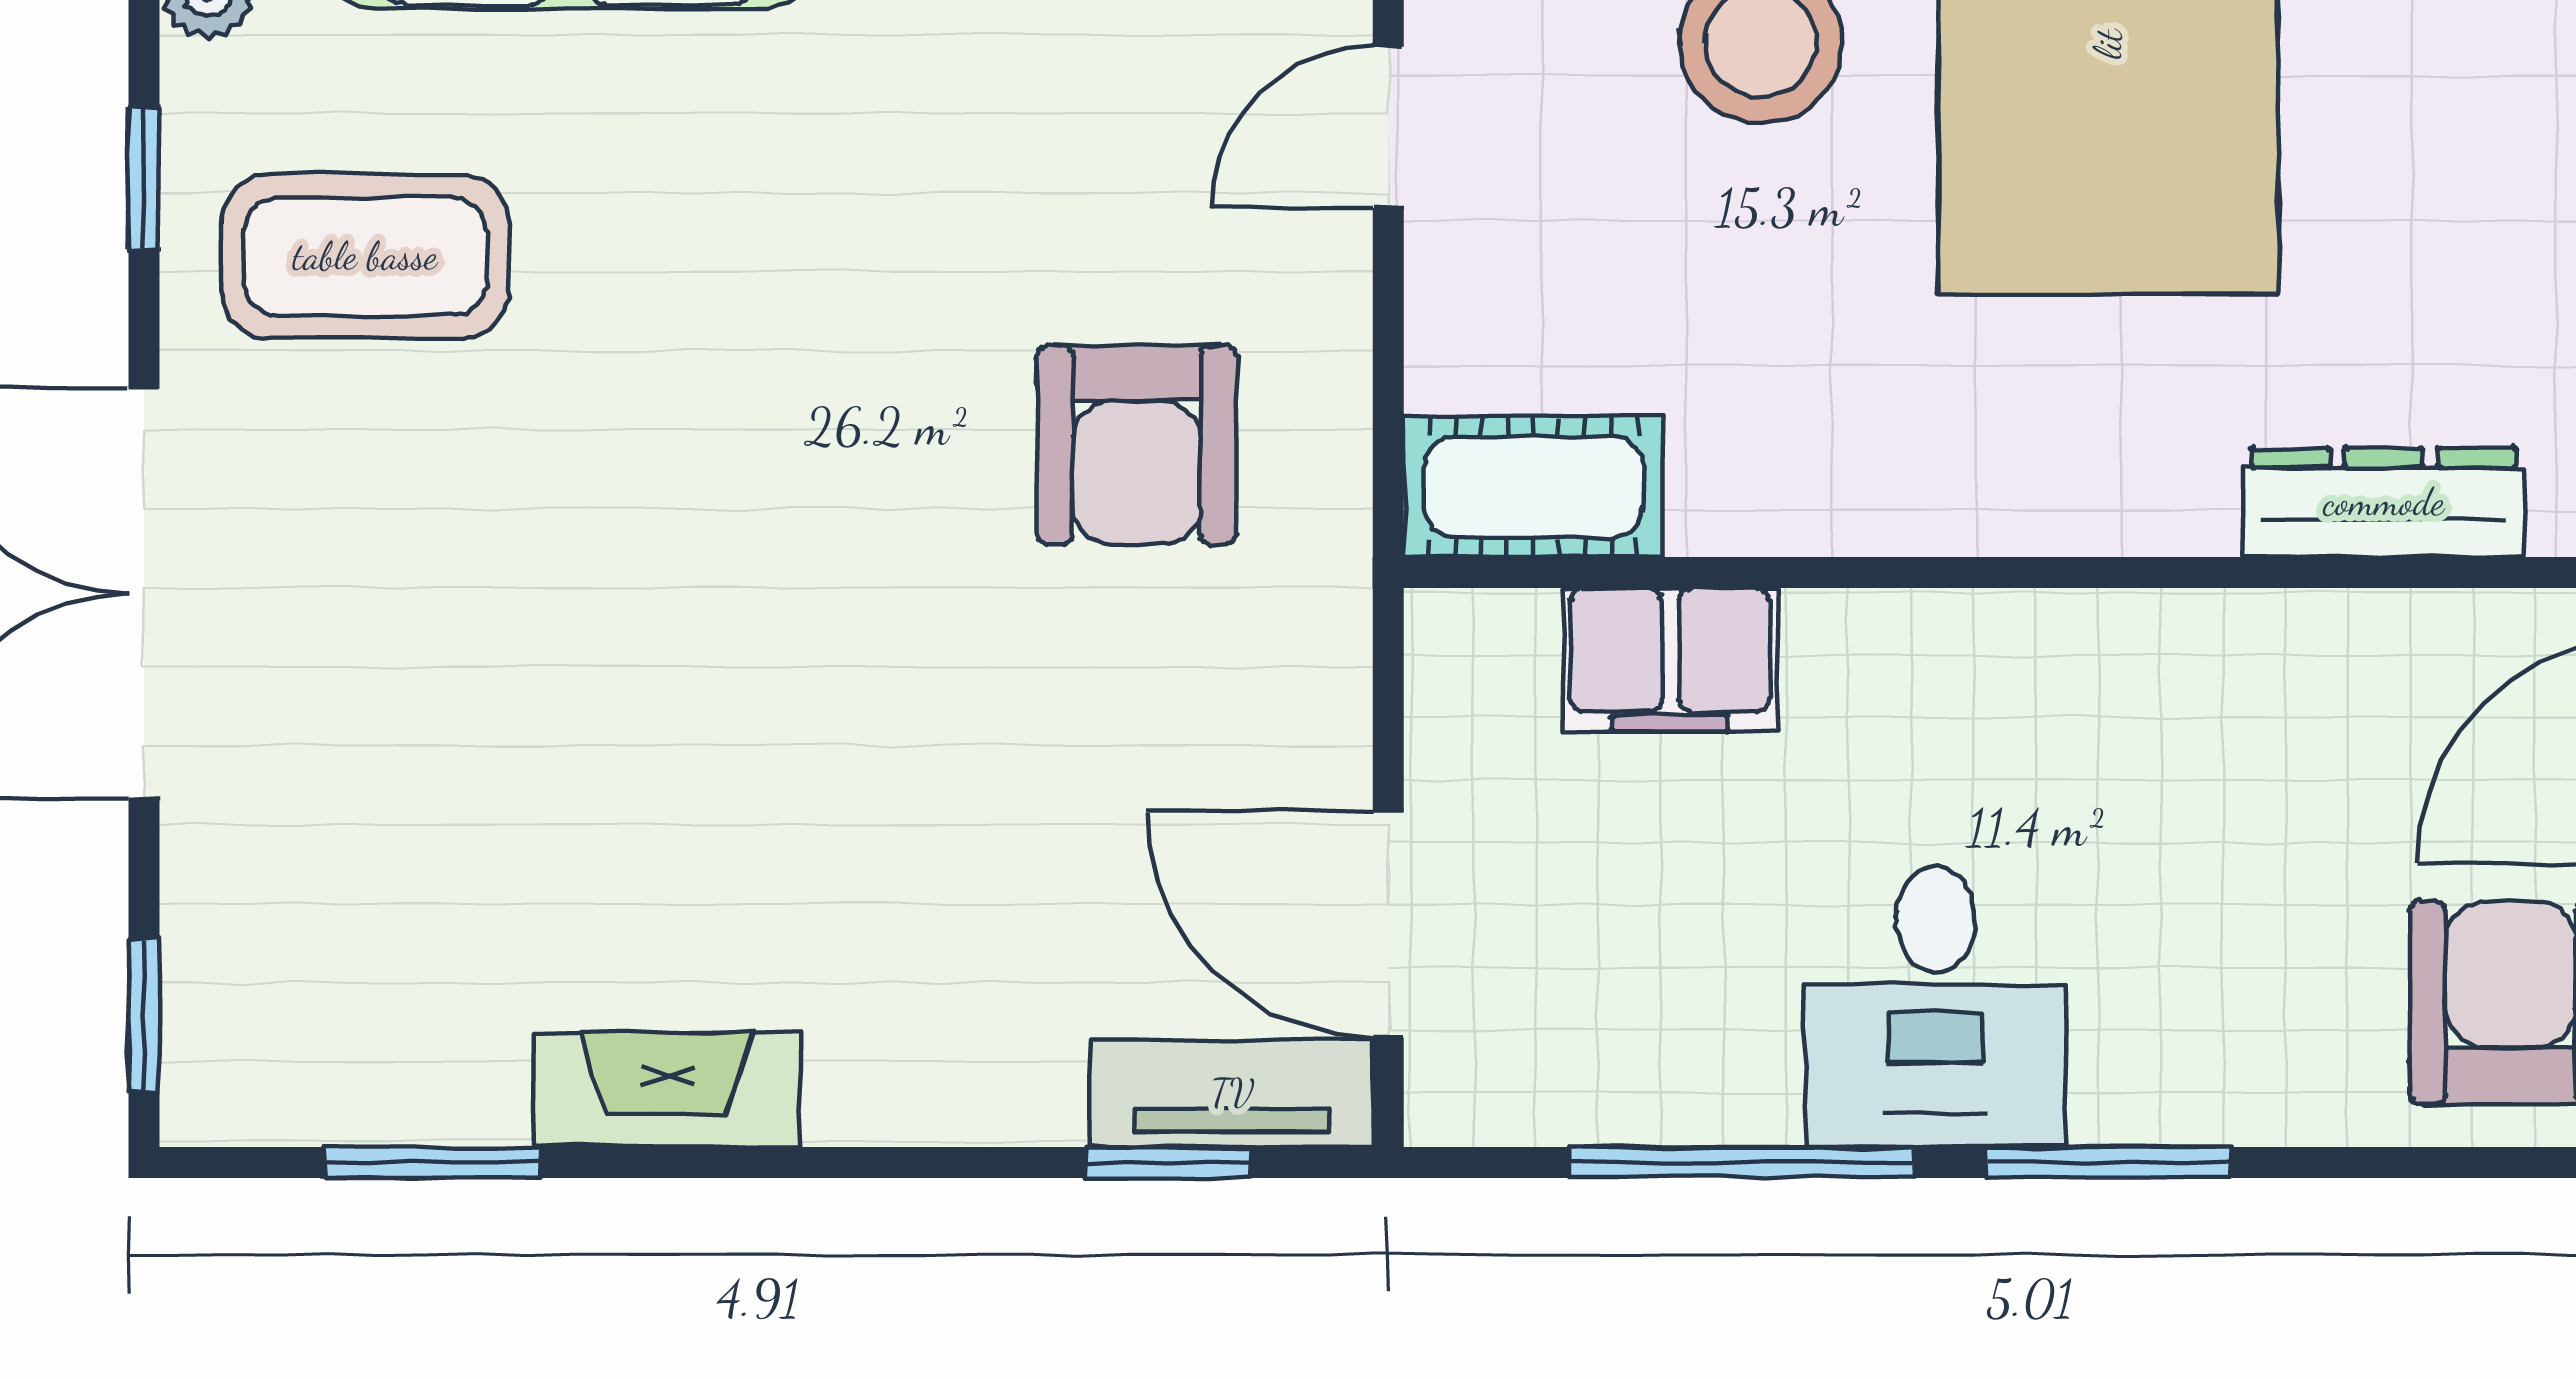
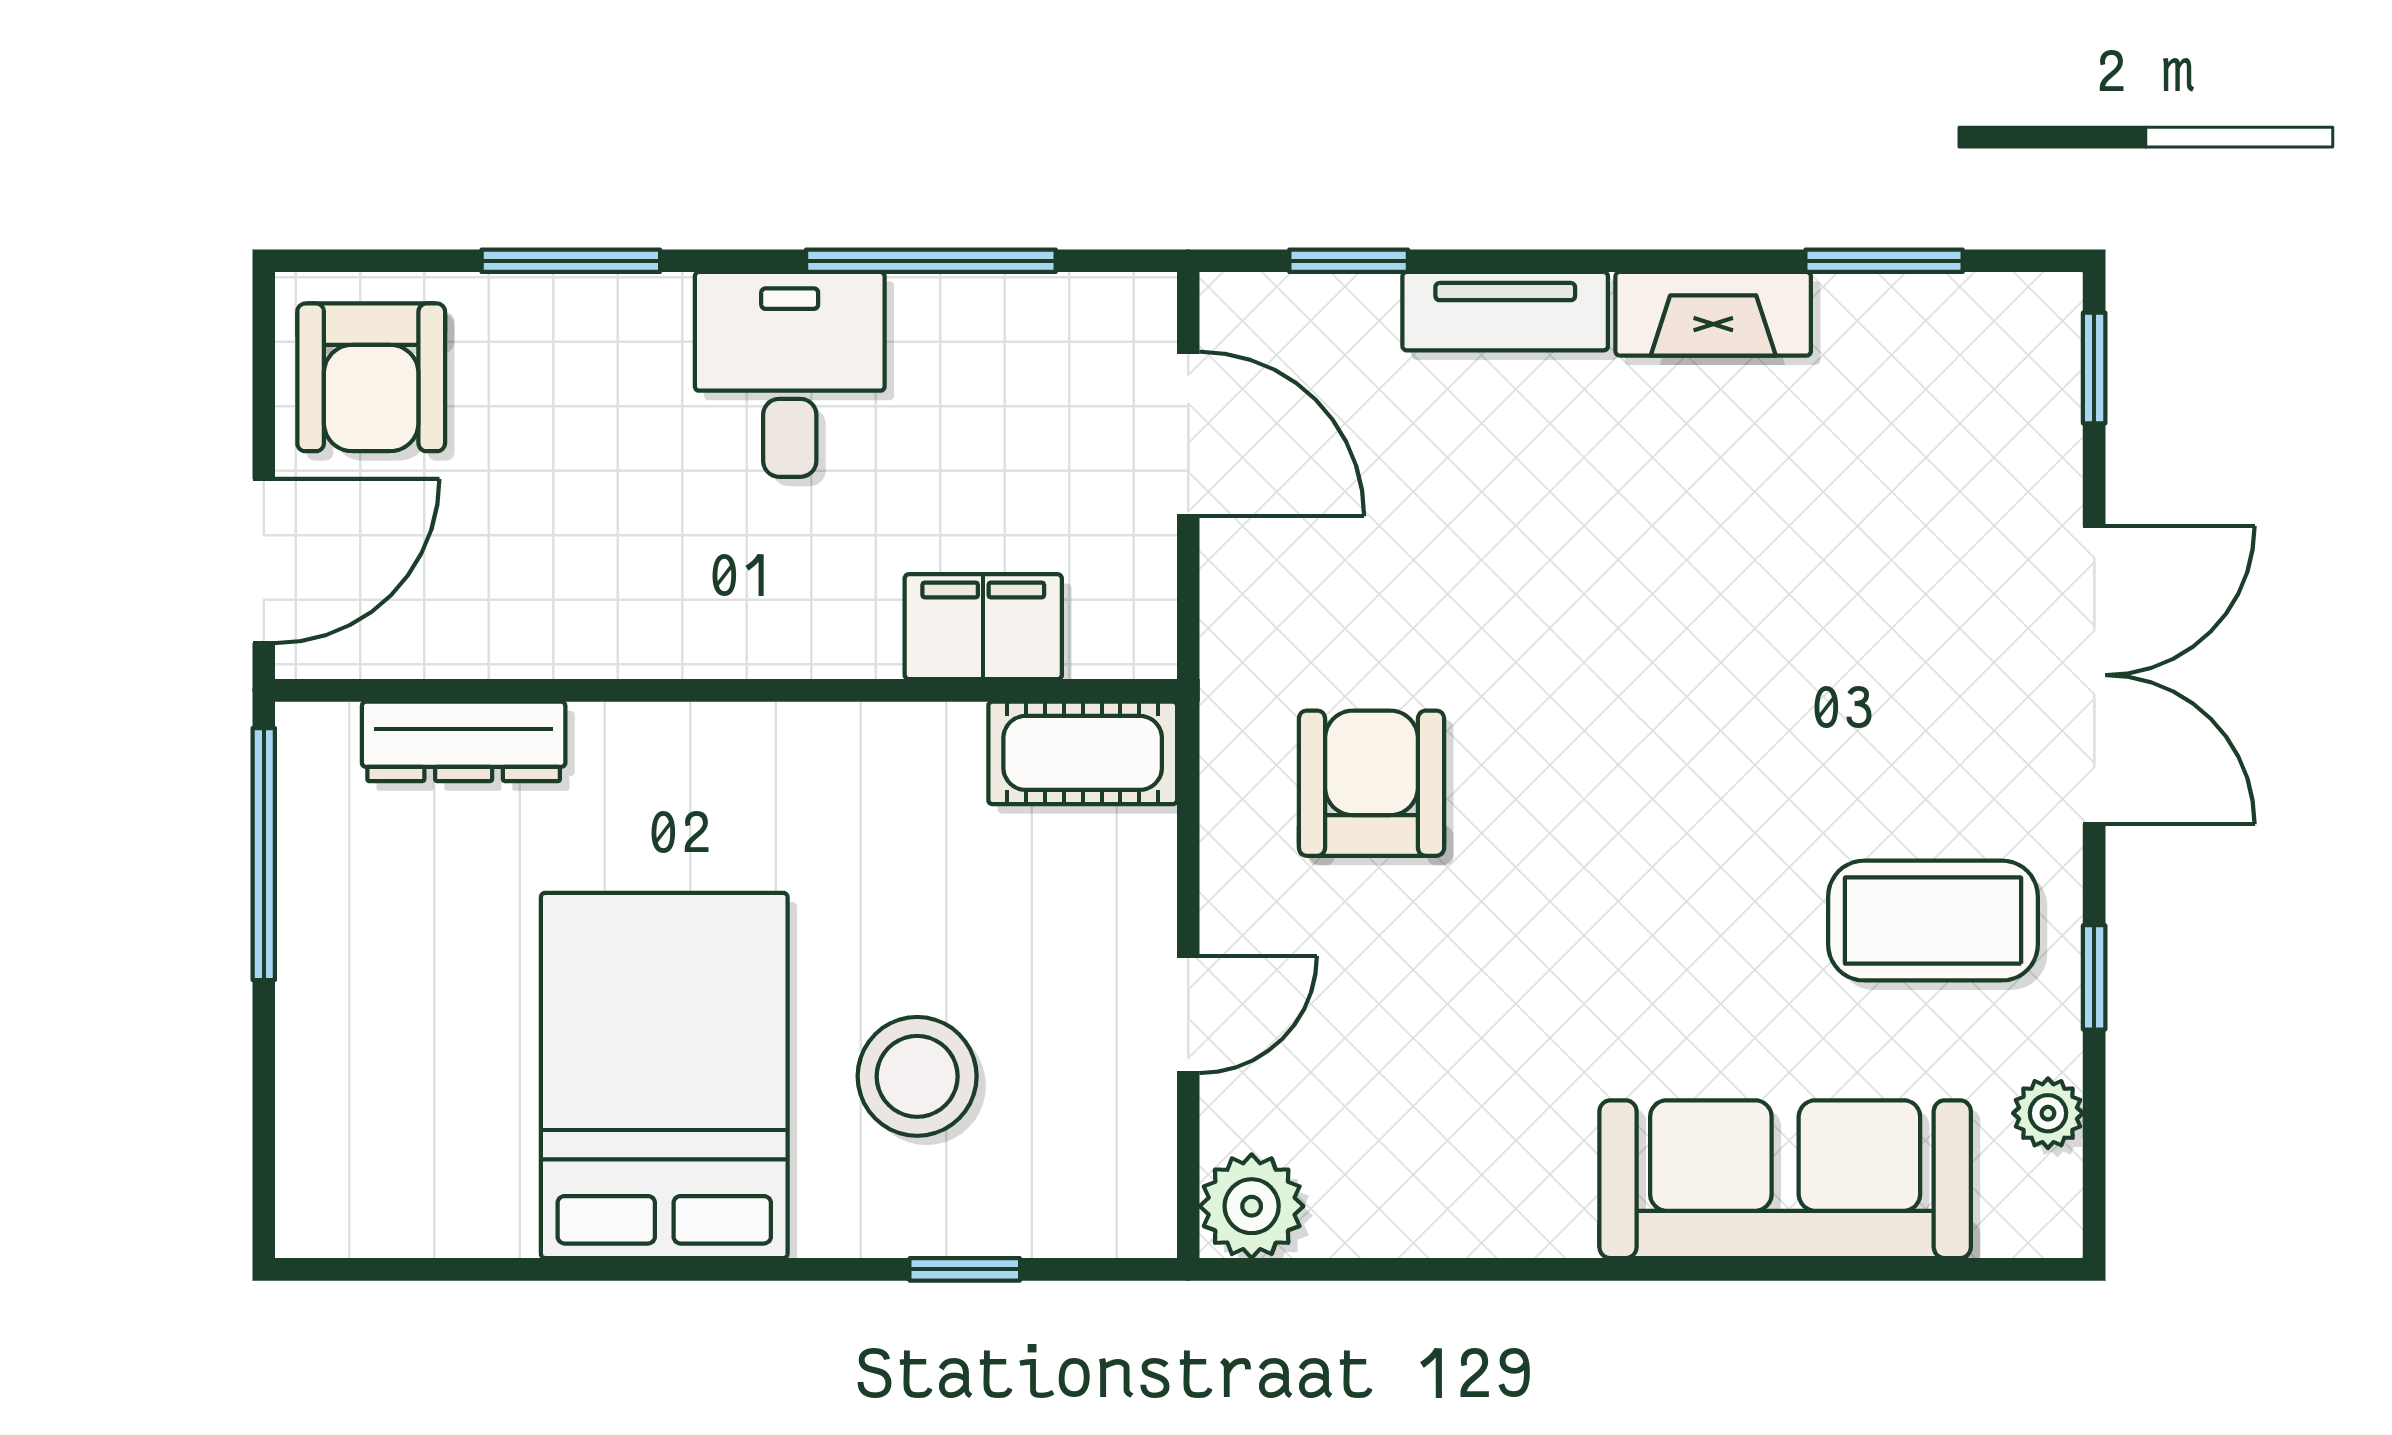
tv unit: (1232, 1093) -> (1505, 311), moved
window: (2109, 1163) -> (571, 261), moved

